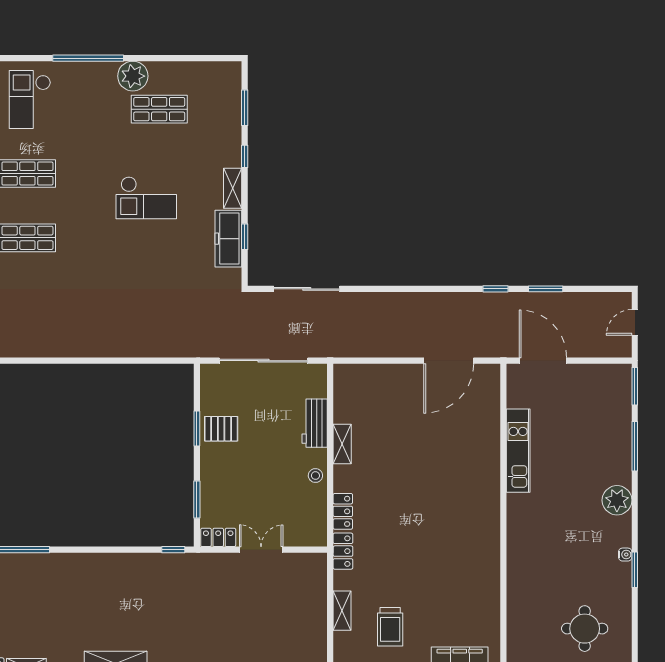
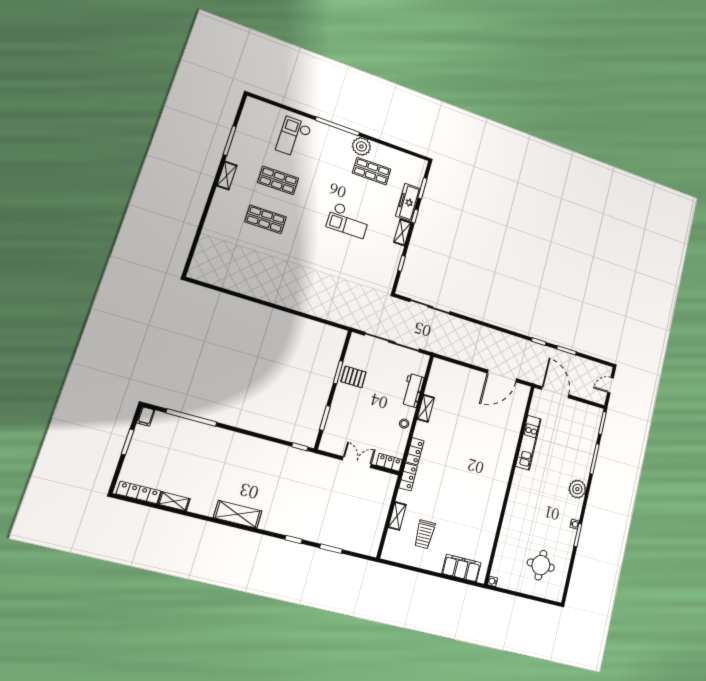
freezer: (228, 239) -> (408, 202), moved
locker: (218, 537) -> (389, 462), moved

